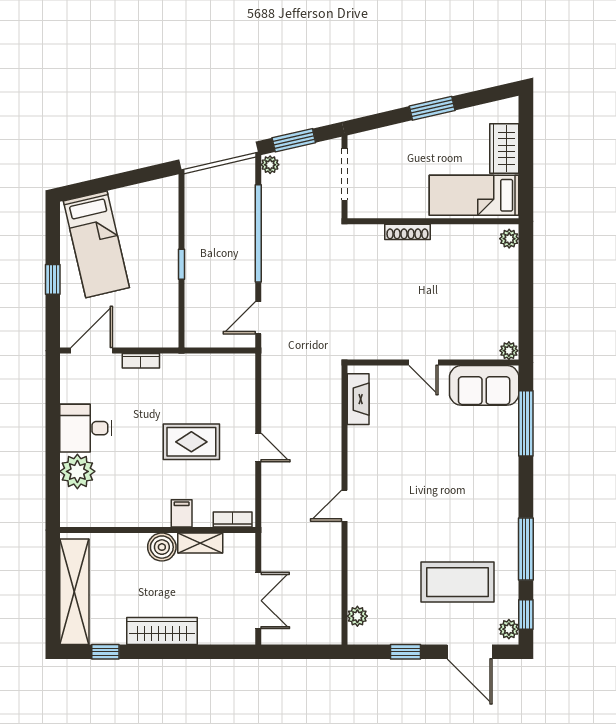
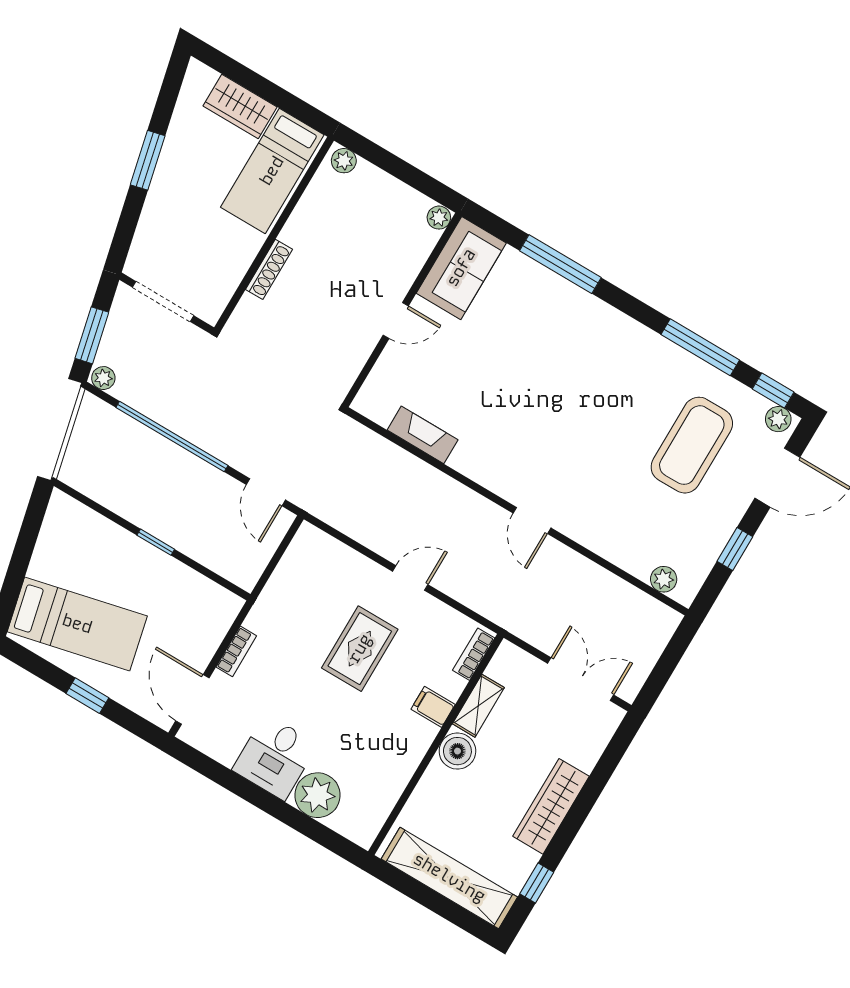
plant: (509, 351) -> (439, 218), moved
door: (424, 363) -> (396, 320), moved
wall: (433, 363) -> (402, 310), moved
sofa: (484, 385) -> (461, 268), moved

